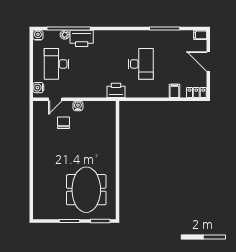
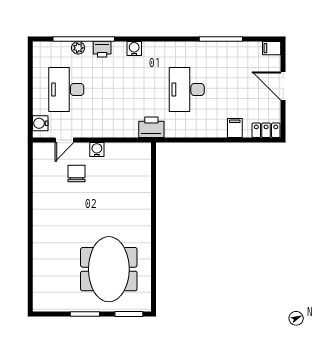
water cooler: (38, 35) -> (134, 48), moved
printer: (82, 38) -> (102, 49), width x0.53, depth x0.68
desk: (141, 64) -> (187, 90), turned 180

